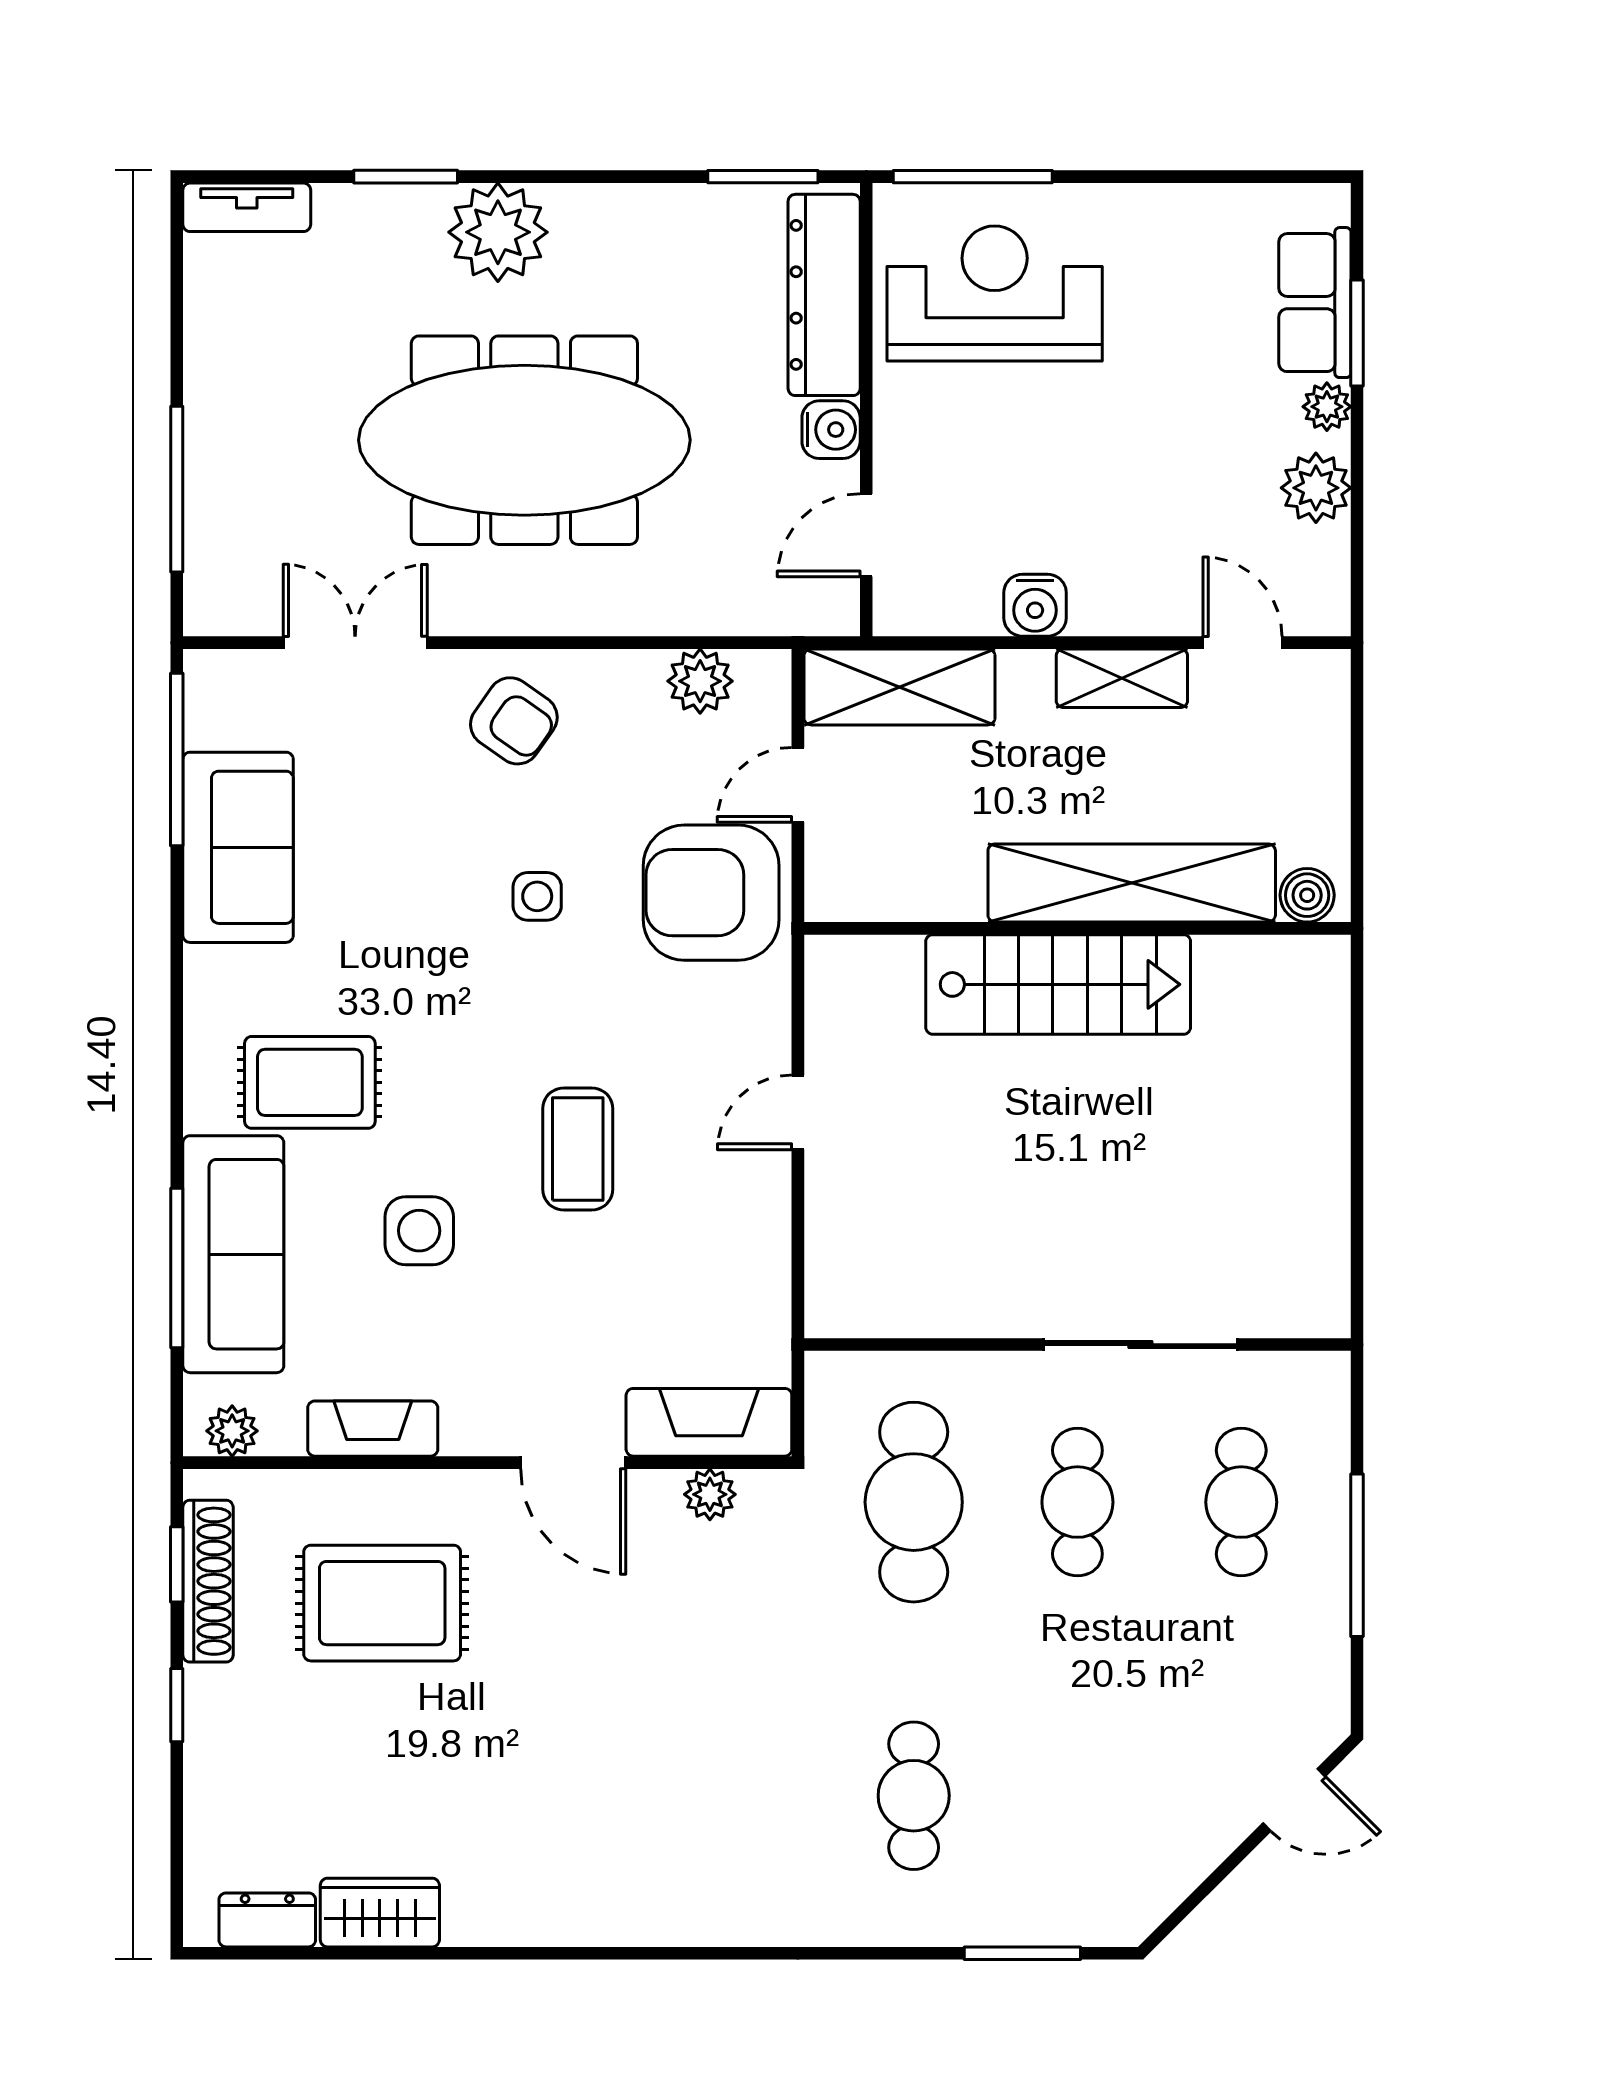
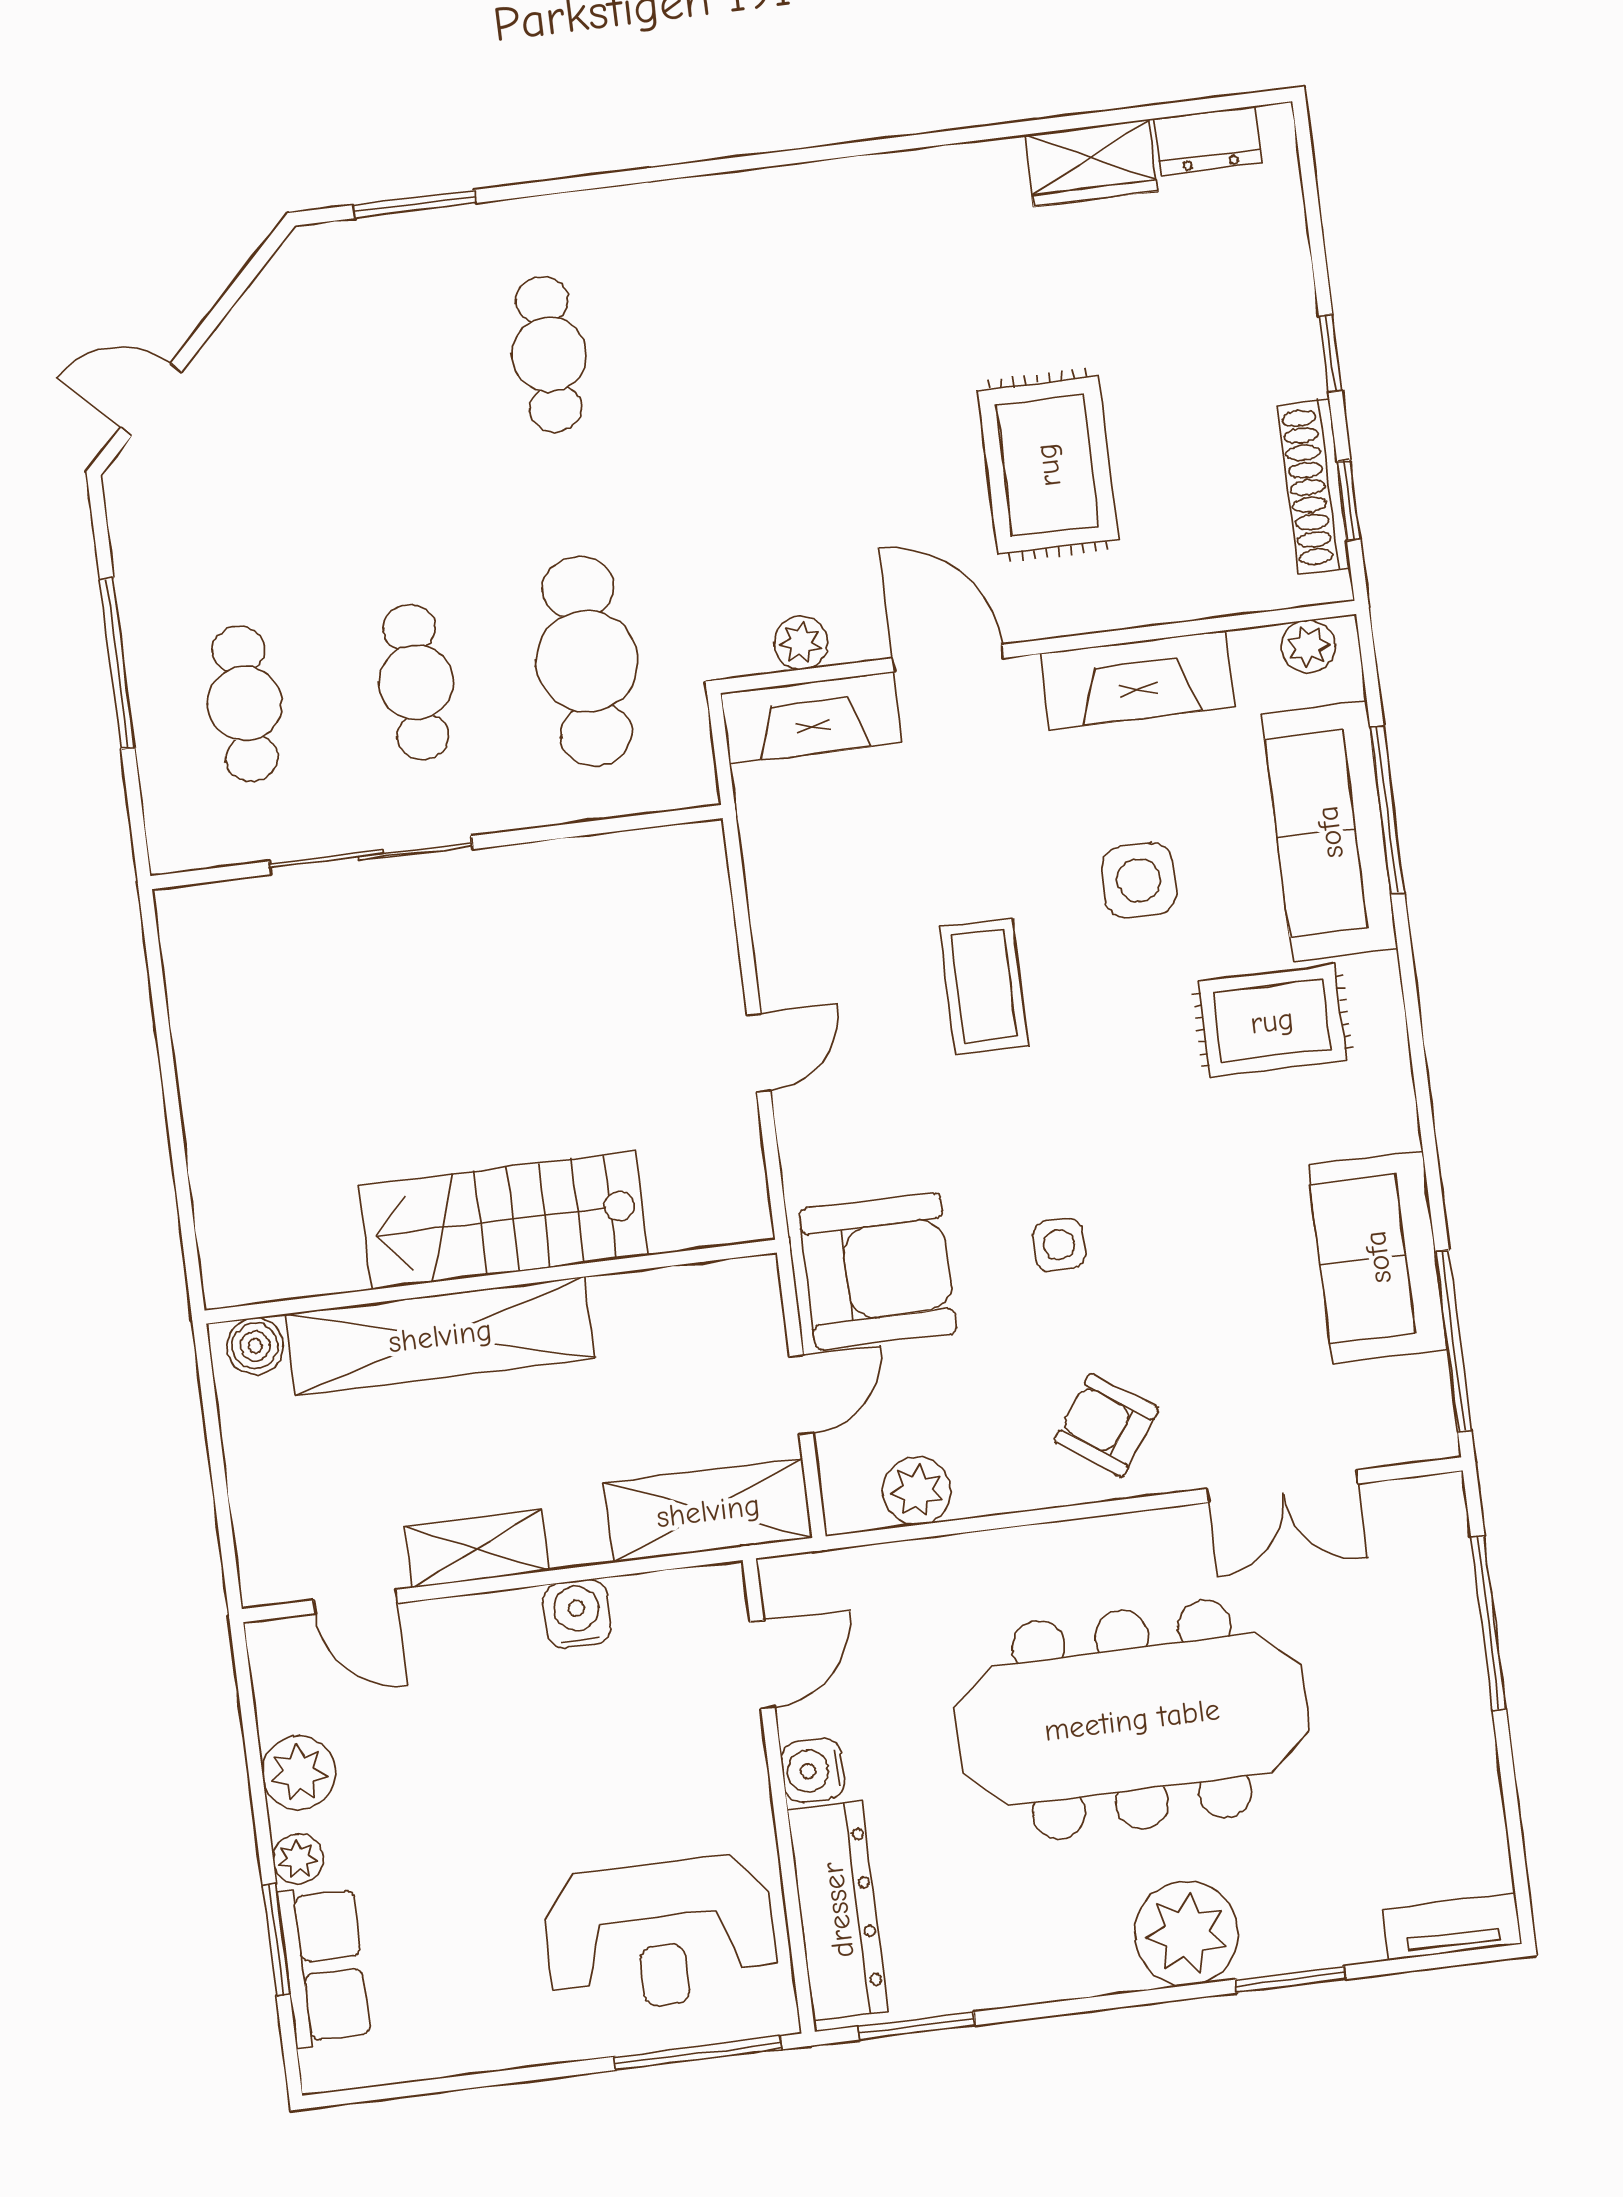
fireplace: (373, 1429) -> (1138, 680), width x1.37, depth x1.32
rug: (382, 1603) -> (1048, 465), moved, turned 90

